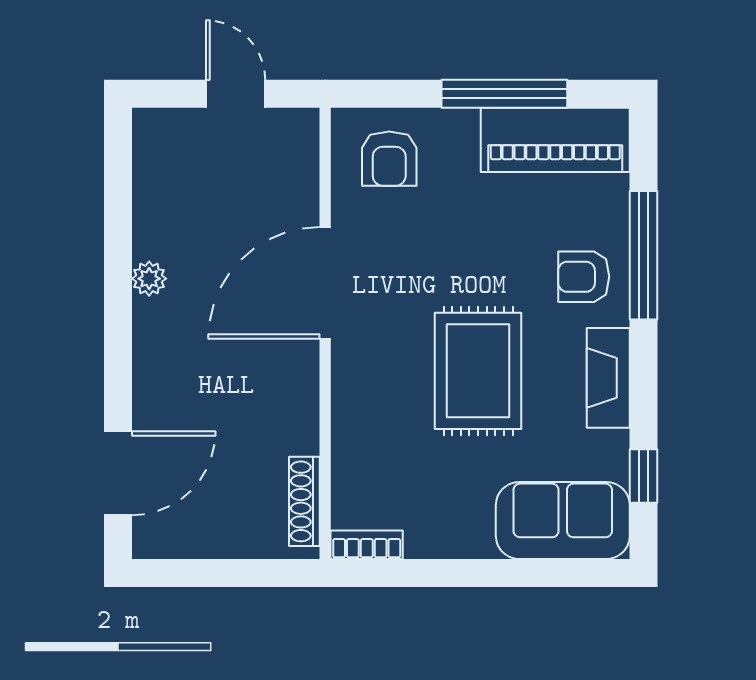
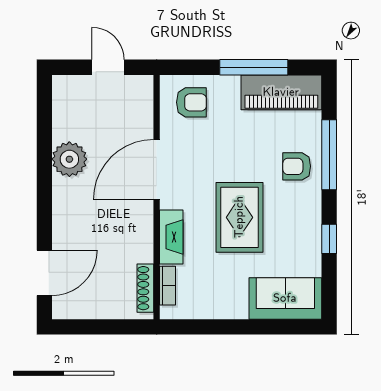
armchair: (389, 159) -> (191, 102), turned -90
plant: (149, 279) -> (69, 159), width x1.88, depth x1.88
fireplace: (608, 378) -> (171, 237), moved, turned 180
window: (643, 476) -> (329, 239), moved
bookcase: (367, 545) -> (167, 286), moved, turned 90

